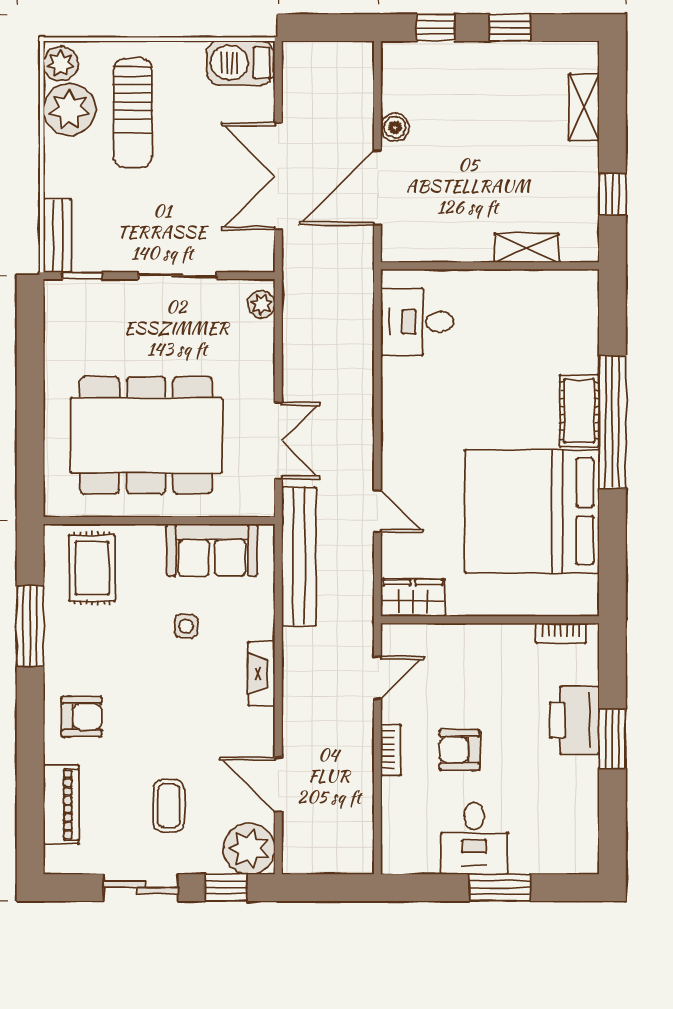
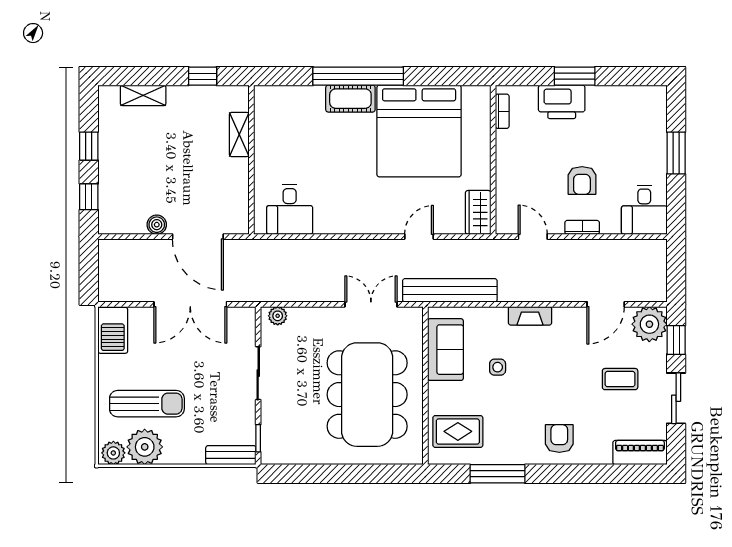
piano: (61, 804) -> (640, 453), moved
desk: (474, 838) -> (644, 210), moved, turned 90

